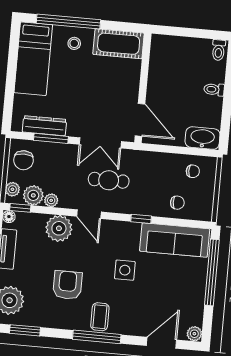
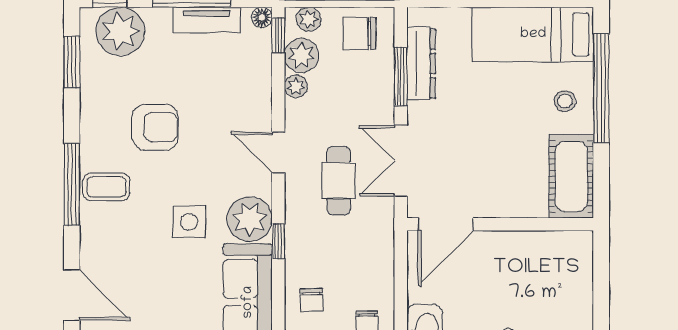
door: (89, 214) -> (278, 152), hinge flipped
plant: (59, 228) -> (250, 219), moved

